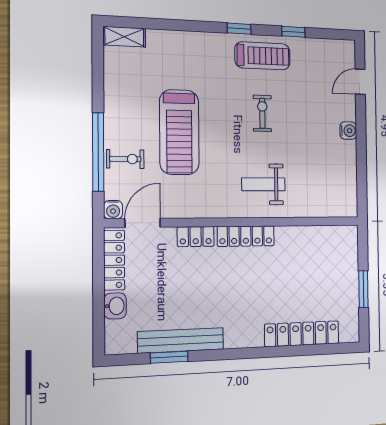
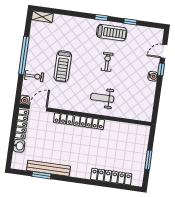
window: (361, 116) -> (161, 69), added
treadmill: (179, 132) -> (63, 66), width x0.73, depth x0.73
window: (98, 152) -> (24, 55), moved

